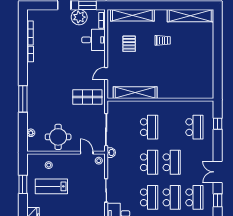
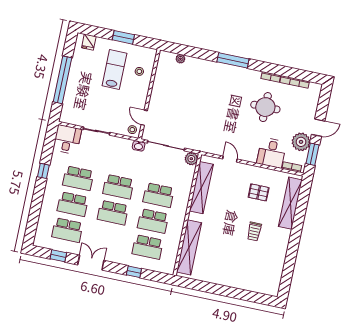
shelving: (190, 16) -> (189, 247), moved
shop shelf: (87, 97) -> (208, 132), removed
window: (23, 99) -> (233, 60), moved
plant: (113, 106) -> (191, 159), added
window: (218, 124) -> (134, 272), moved
school desk: (172, 127) -> (153, 221), added
round table: (58, 137) -> (265, 107), moved
door: (87, 153) -> (144, 118), swing flipped

